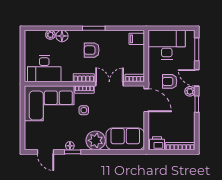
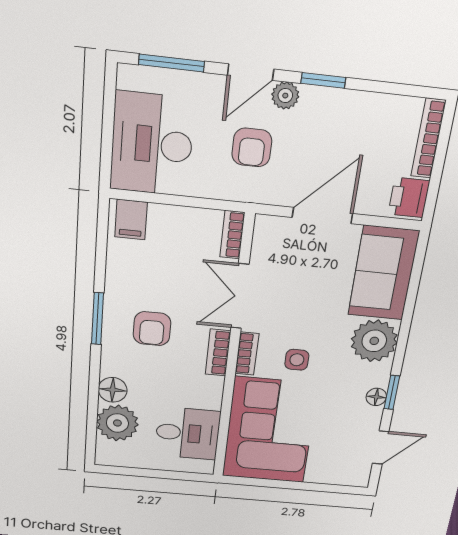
plant: (50, 35) -> (117, 423), width x1.88, depth x1.88
desk: (44, 69) -> (188, 433), width x0.73
door: (146, 100) -> (322, 215), moved

